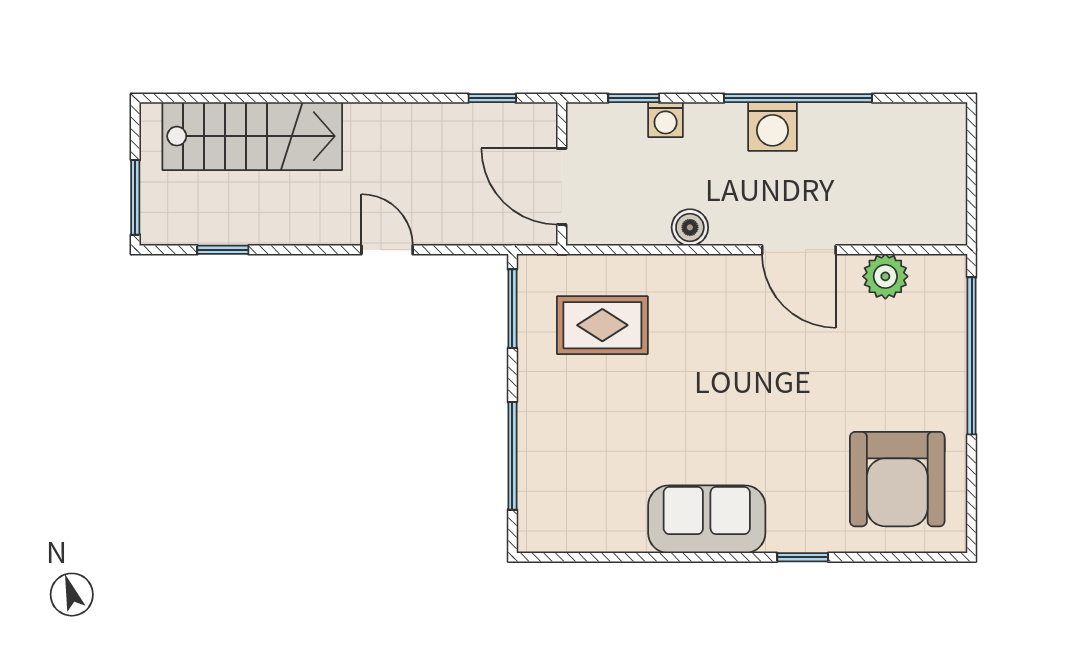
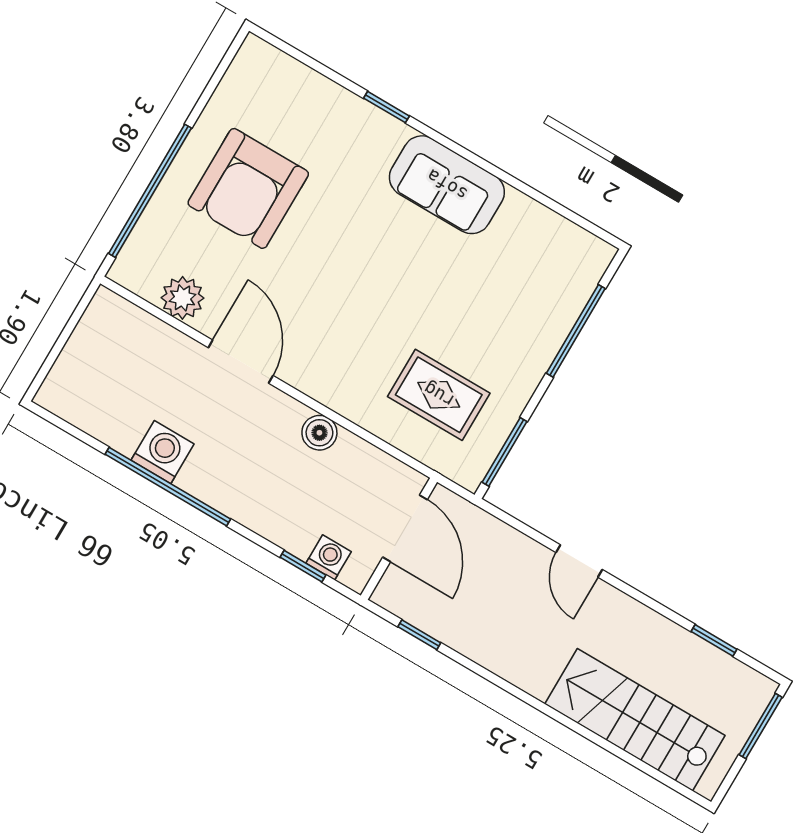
washing machine: (666, 120) -> (329, 557), moved
washing machine: (773, 126) -> (163, 452), moved
armchair: (897, 479) -> (248, 188), moved, turned 180

